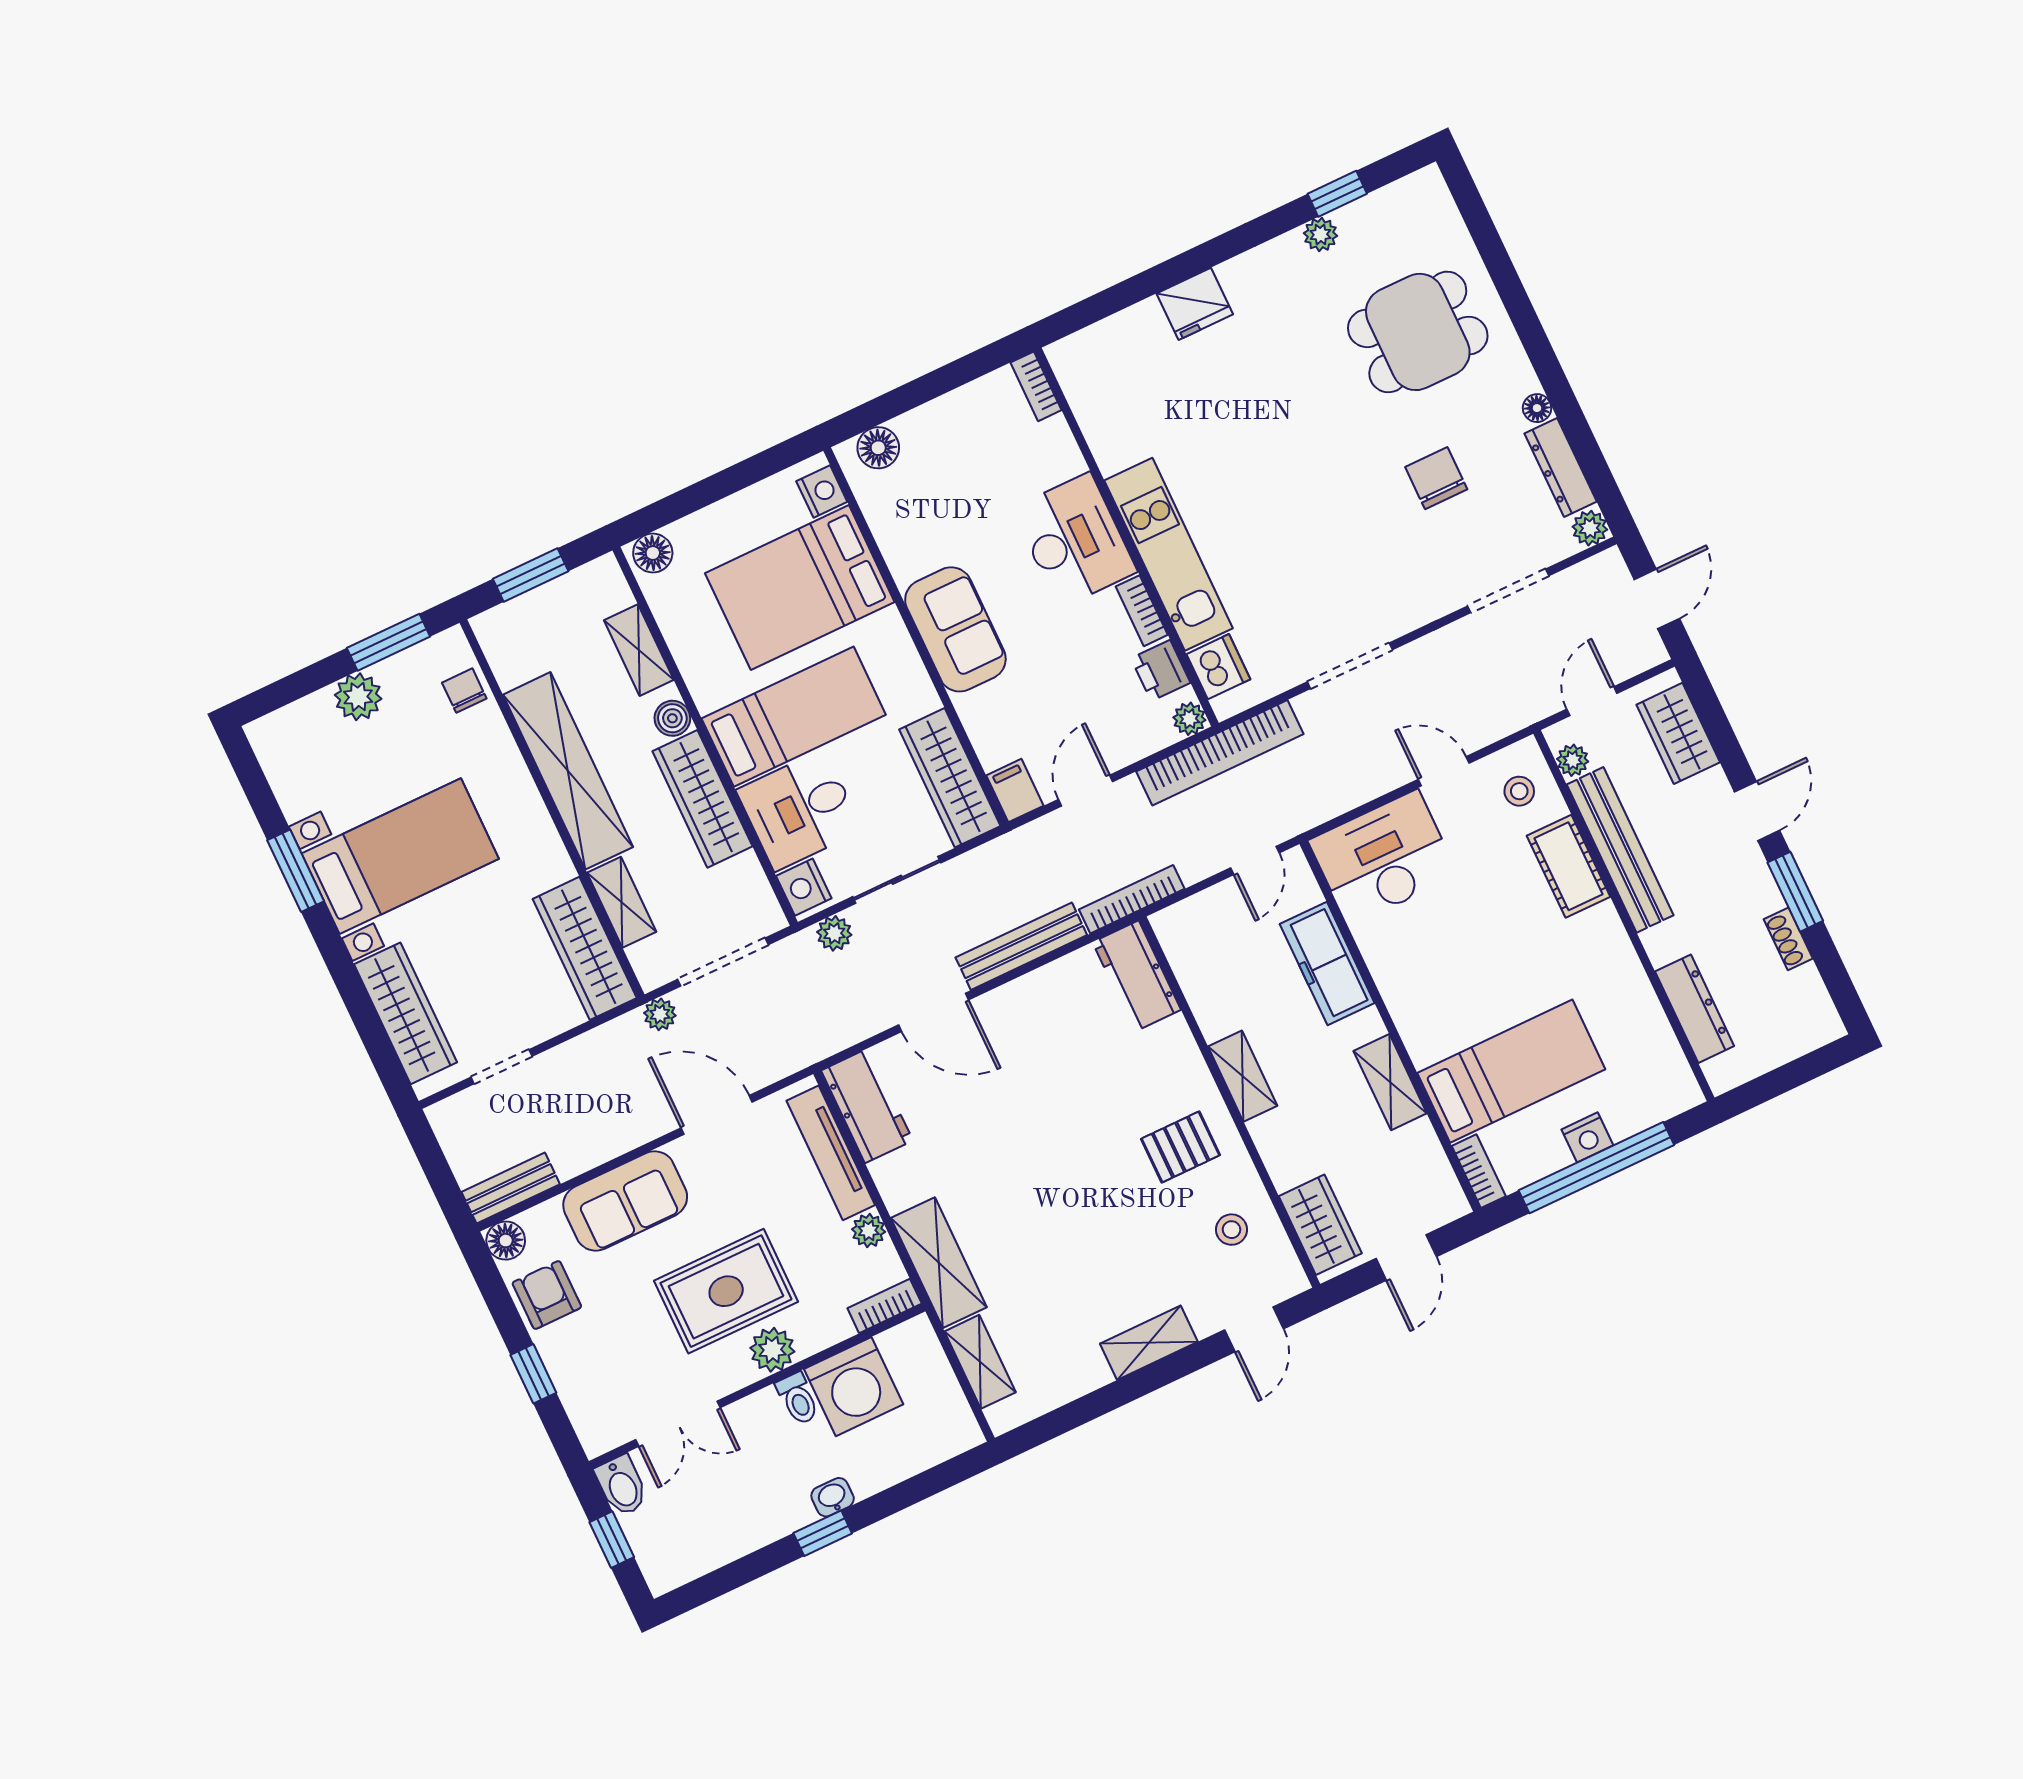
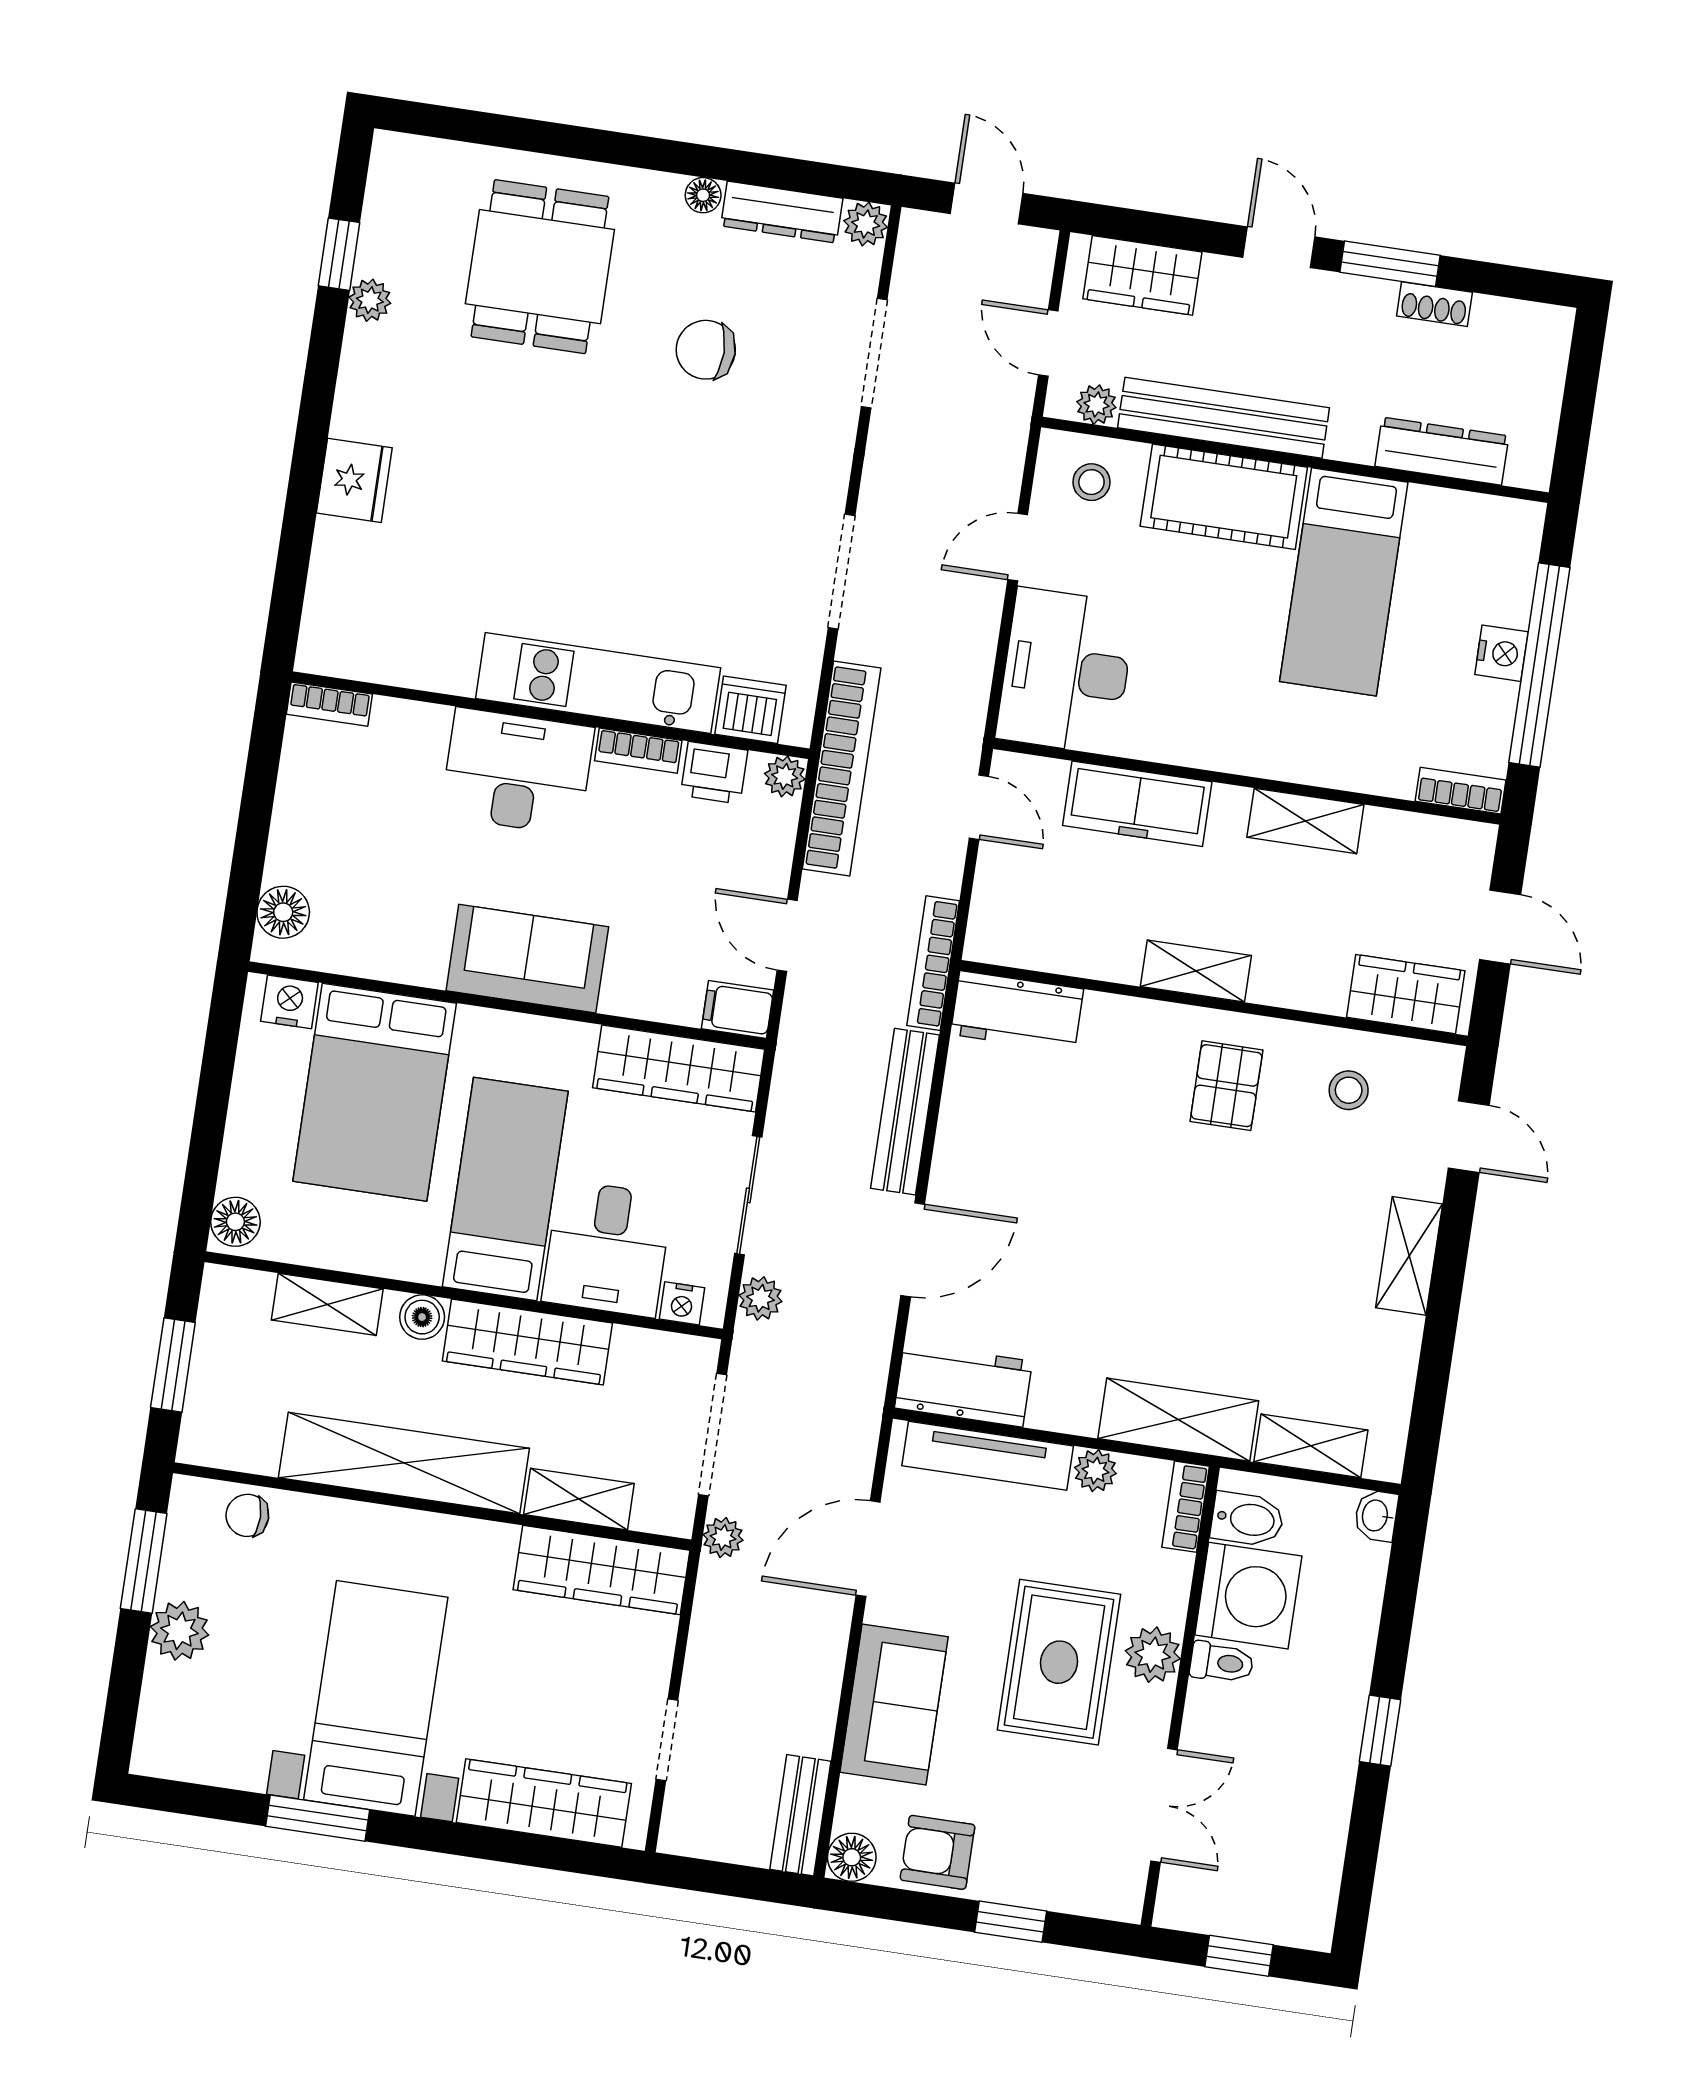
cot: (1568, 866) -> (1224, 497), width x1.37, depth x1.34
nightstand: (804, 887) -> (682, 1303), width x0.72, depth x0.74
bed: (1511, 1071) -> (1344, 582), moved, turned 180
bidet: (622, 1486) -> (1247, 1519), moved
washbasin: (833, 1497) -> (1376, 1516), moved

